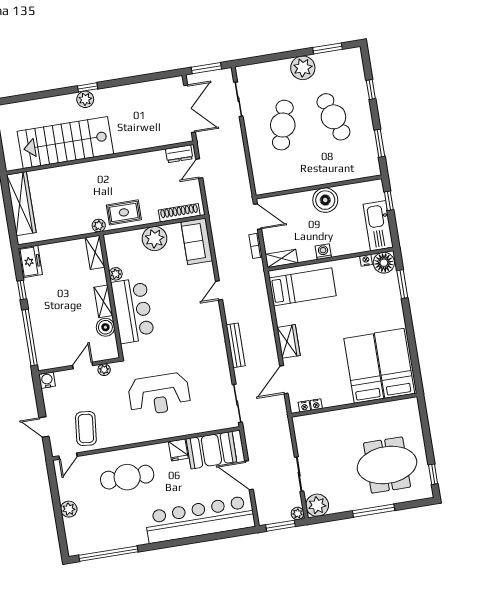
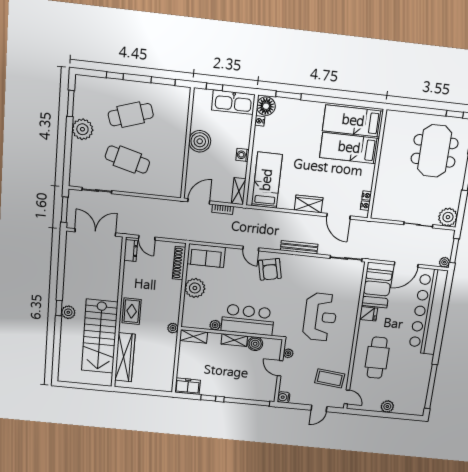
wardrobe: (21, 204) -> (125, 357), moved, turned 90
rug: (124, 212) -> (132, 311), moved
armchair: (200, 319) -> (270, 269), added
plant: (298, 513) -> (444, 262), moved

